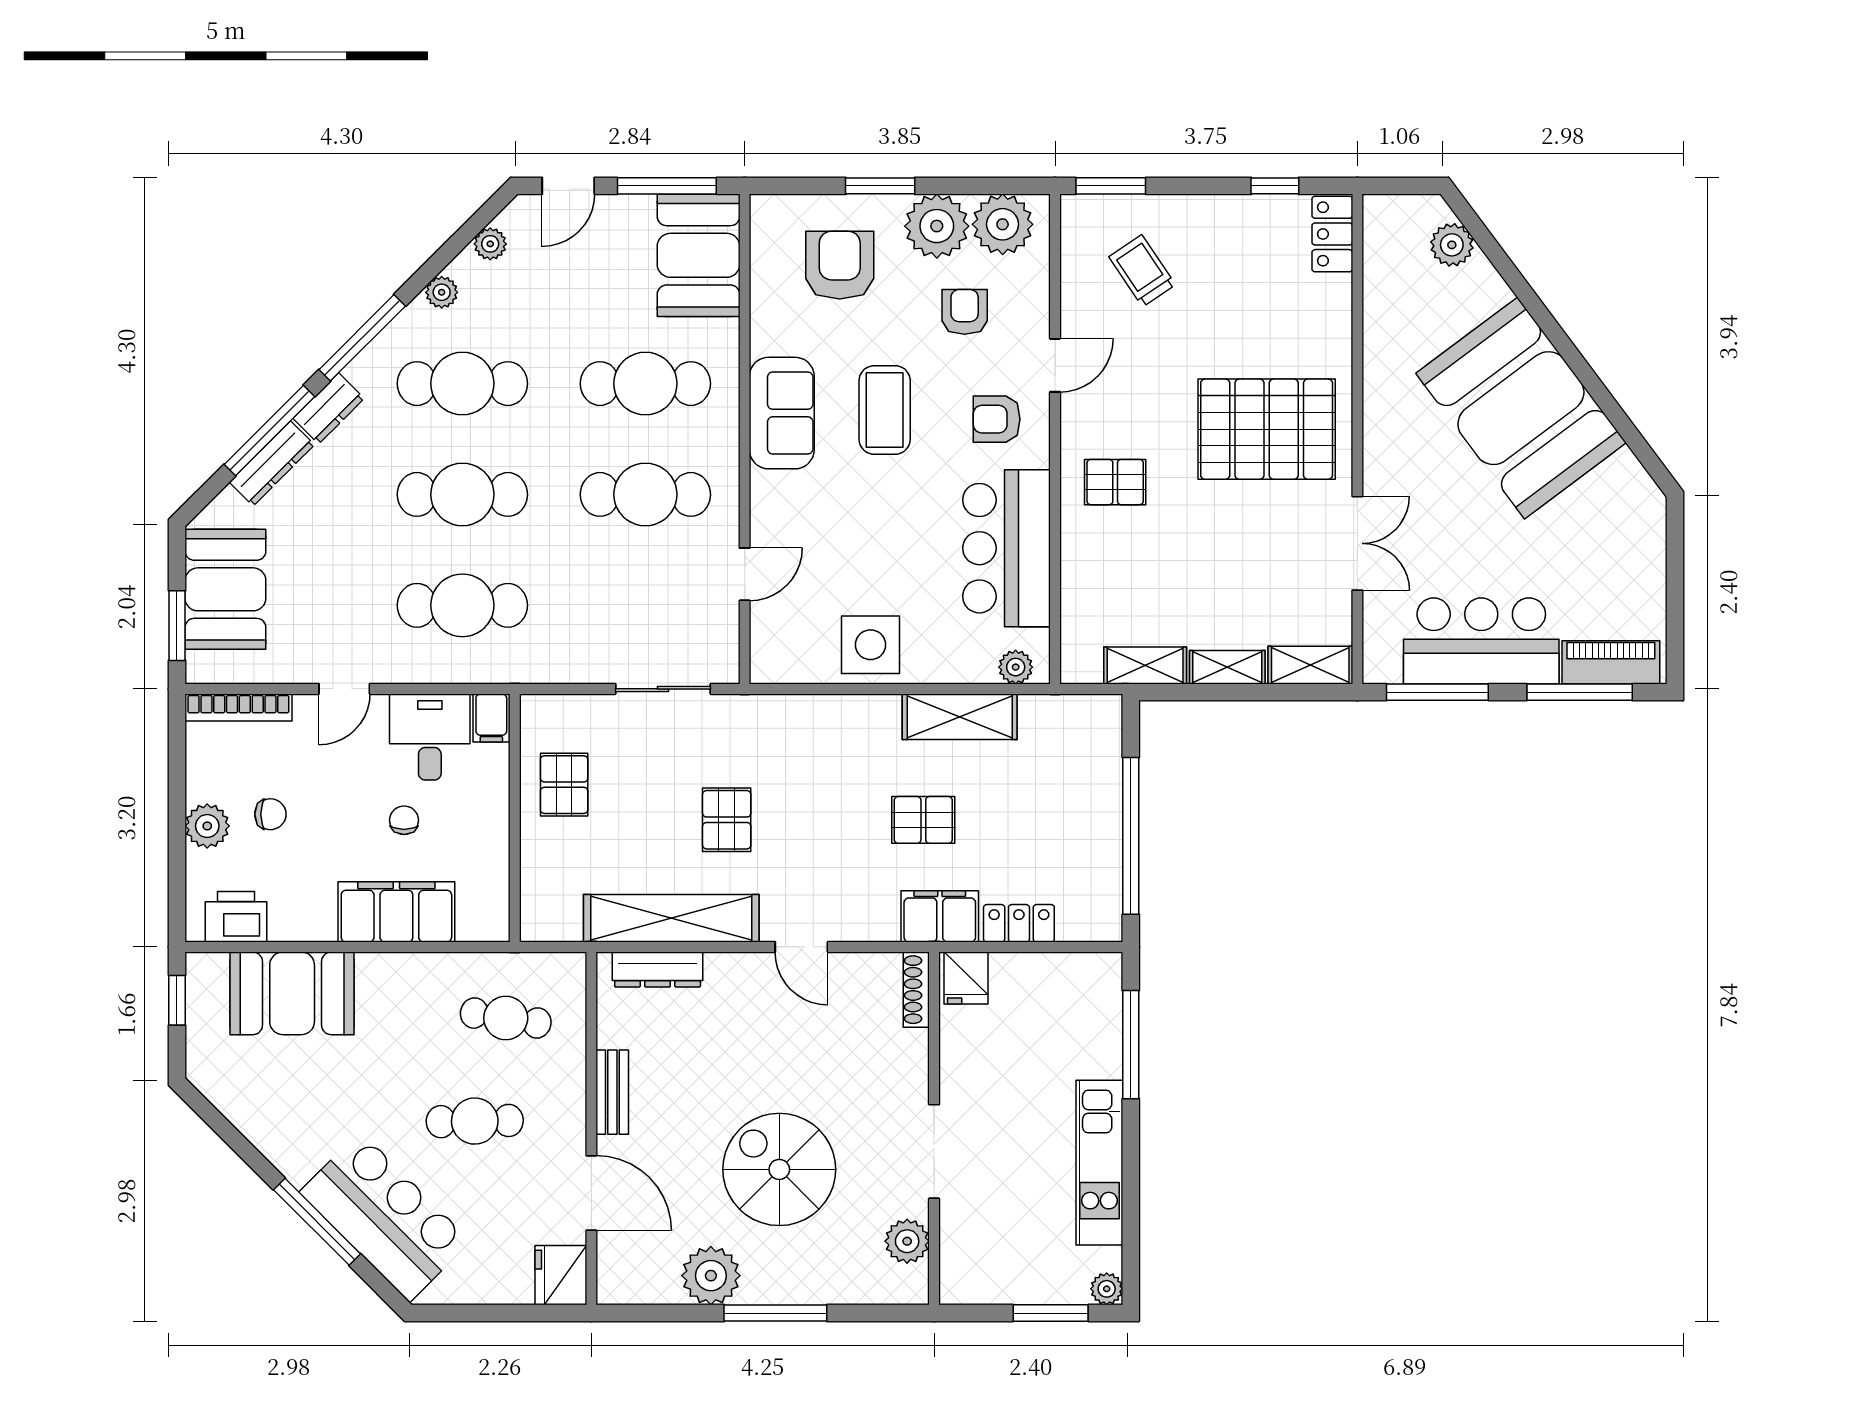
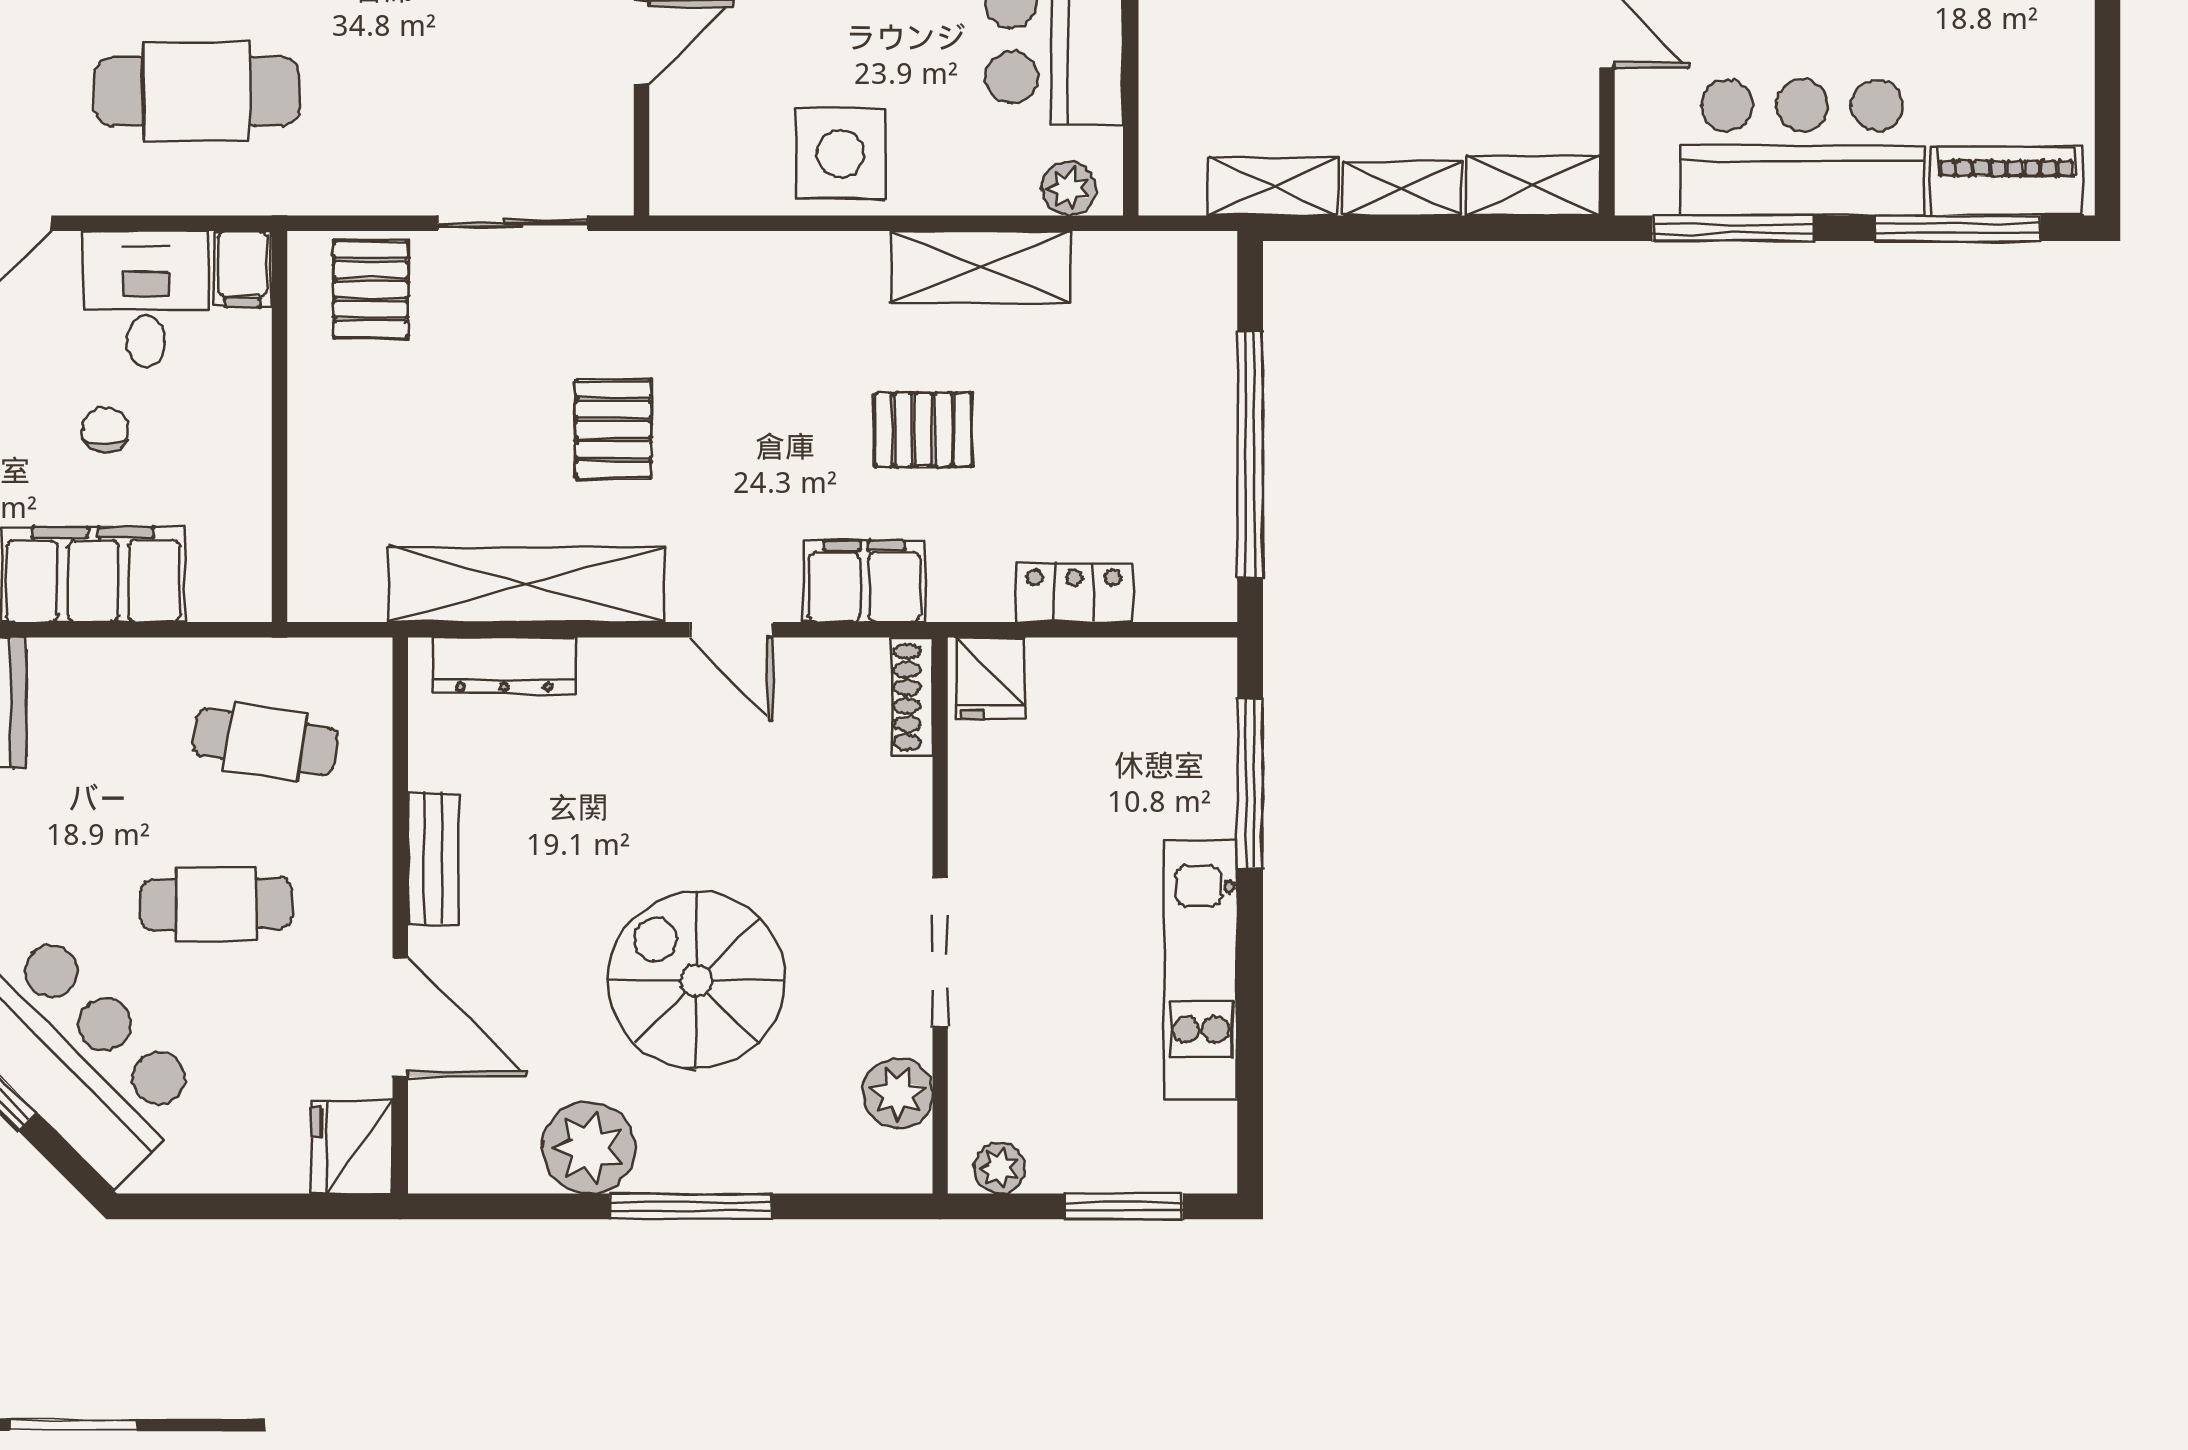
pallet: (564, 785) -> (371, 290), moved
filing cabinet: (940, 916) -> (864, 581), moved
plant: (1107, 1289) -> (999, 1168), moved

